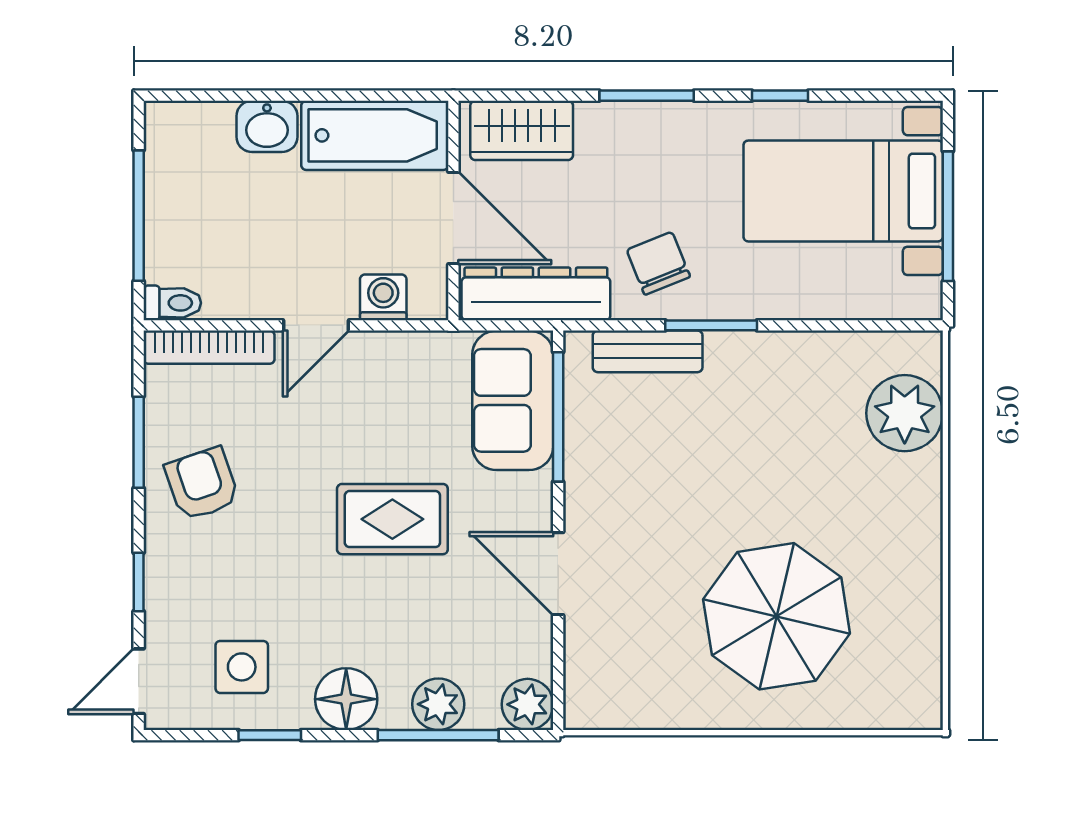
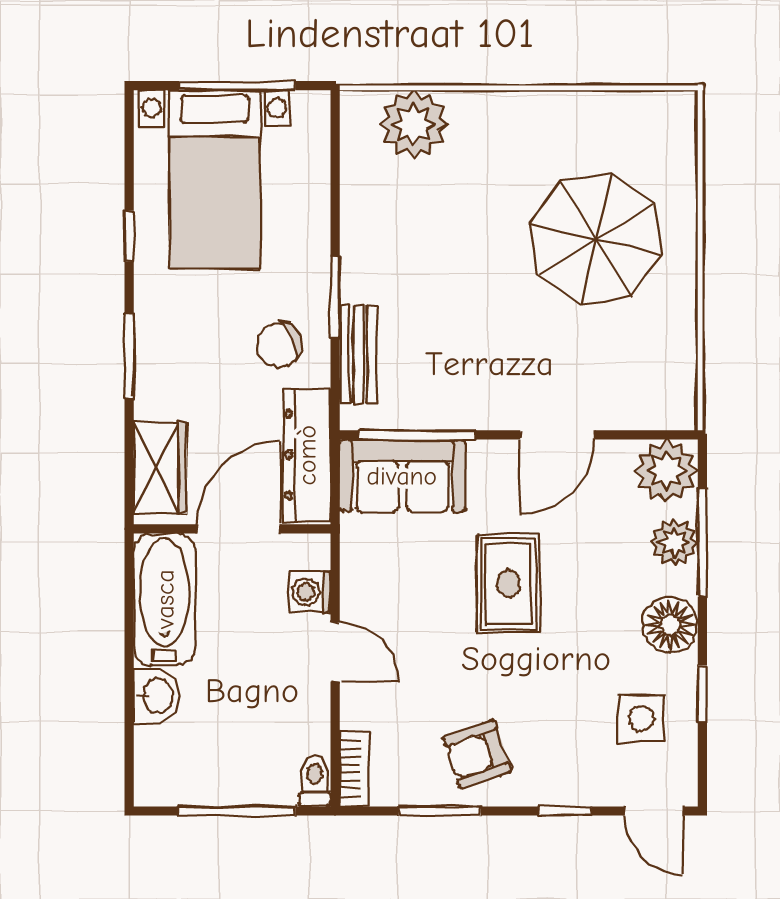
bookcase: (209, 347) -> (355, 769), width x0.64
plant: (528, 704) -> (666, 471), width x1.36, depth x1.36

